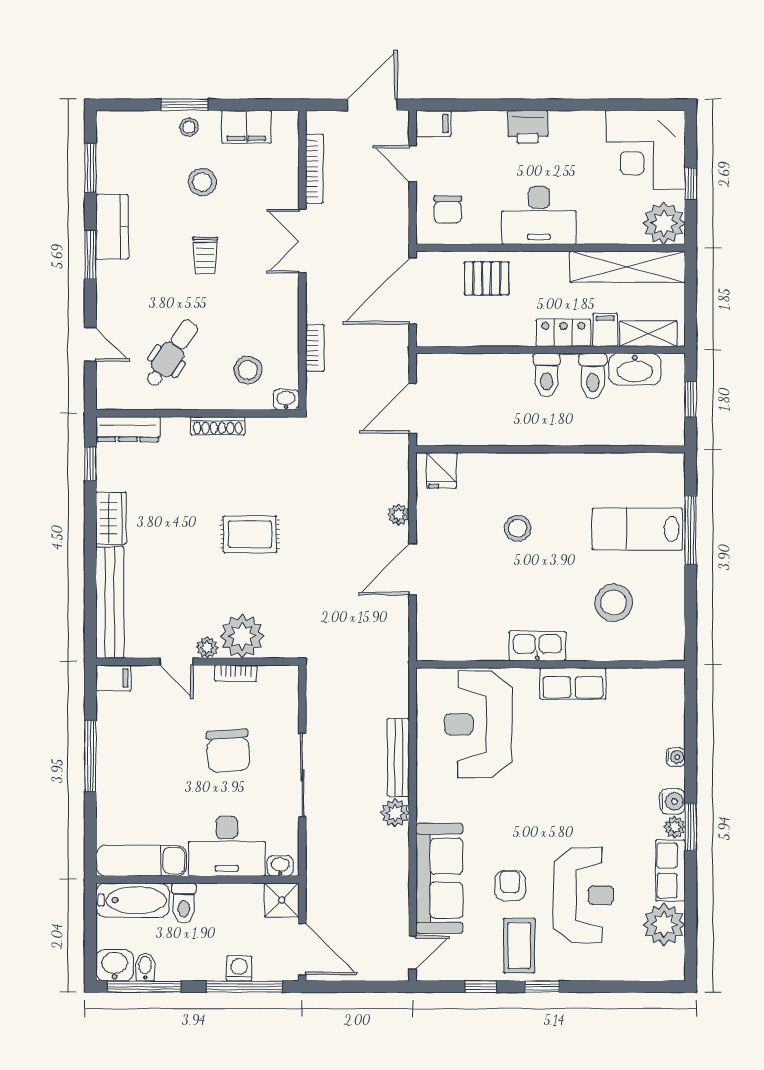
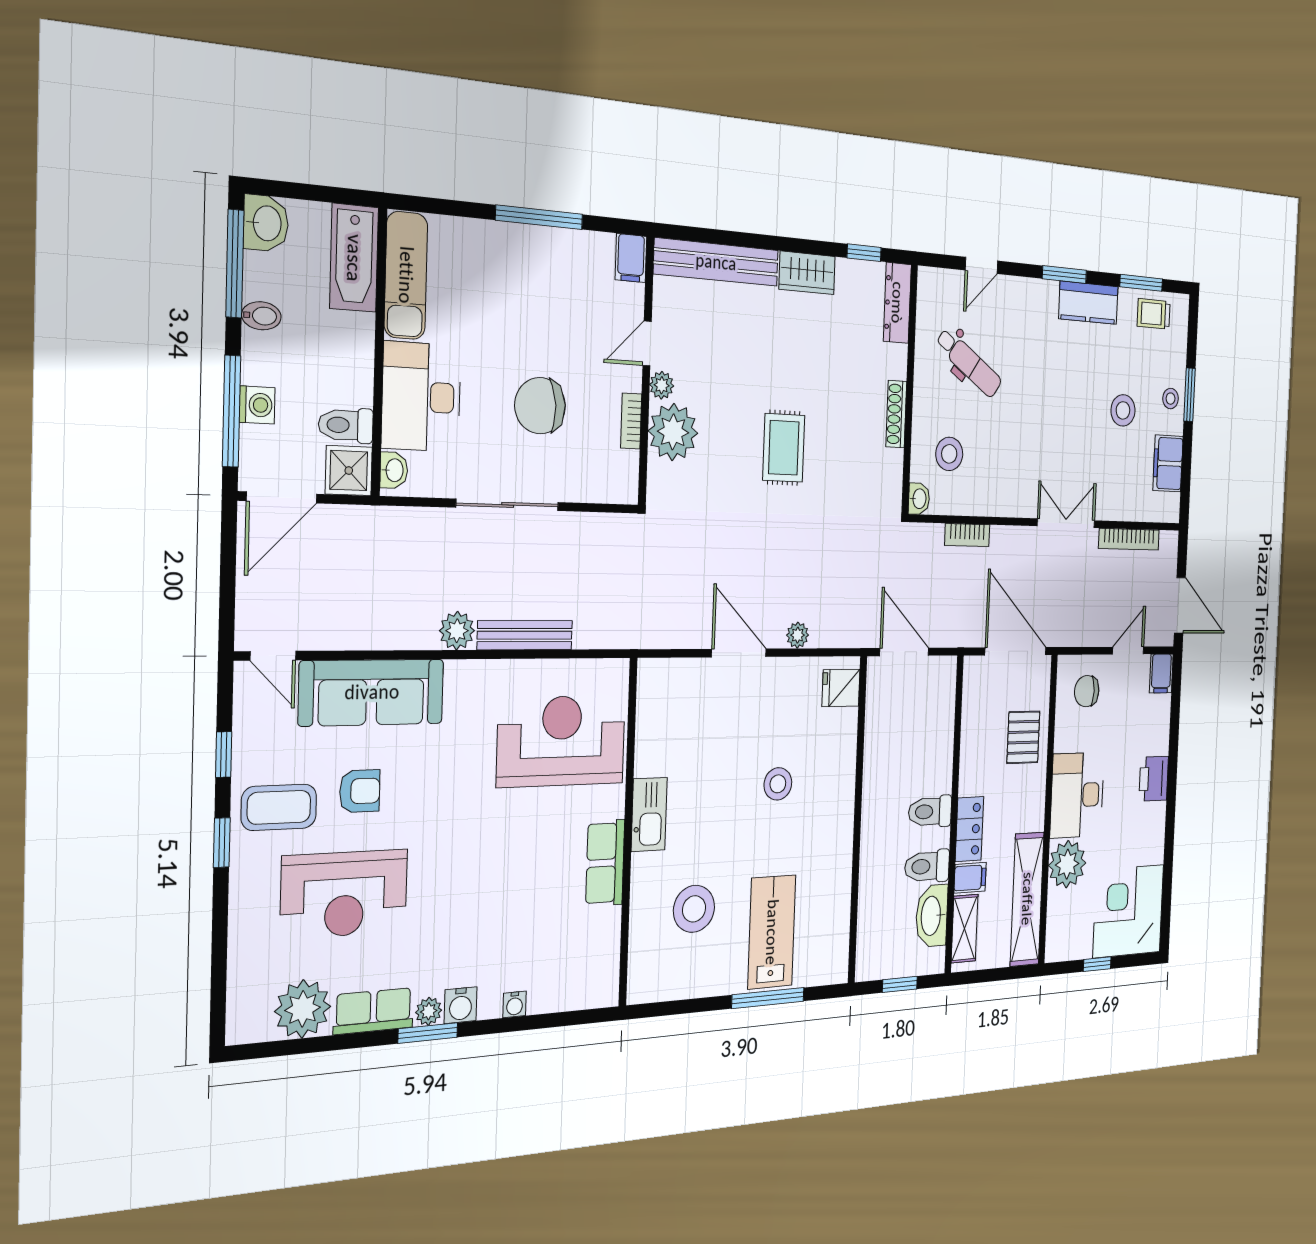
plant: (664, 223) -> (1067, 864), moved
trolley: (205, 255) -> (1154, 314), moved
toilet: (184, 903) -> (346, 425), moved
bidet: (145, 967) -> (261, 316), moved

